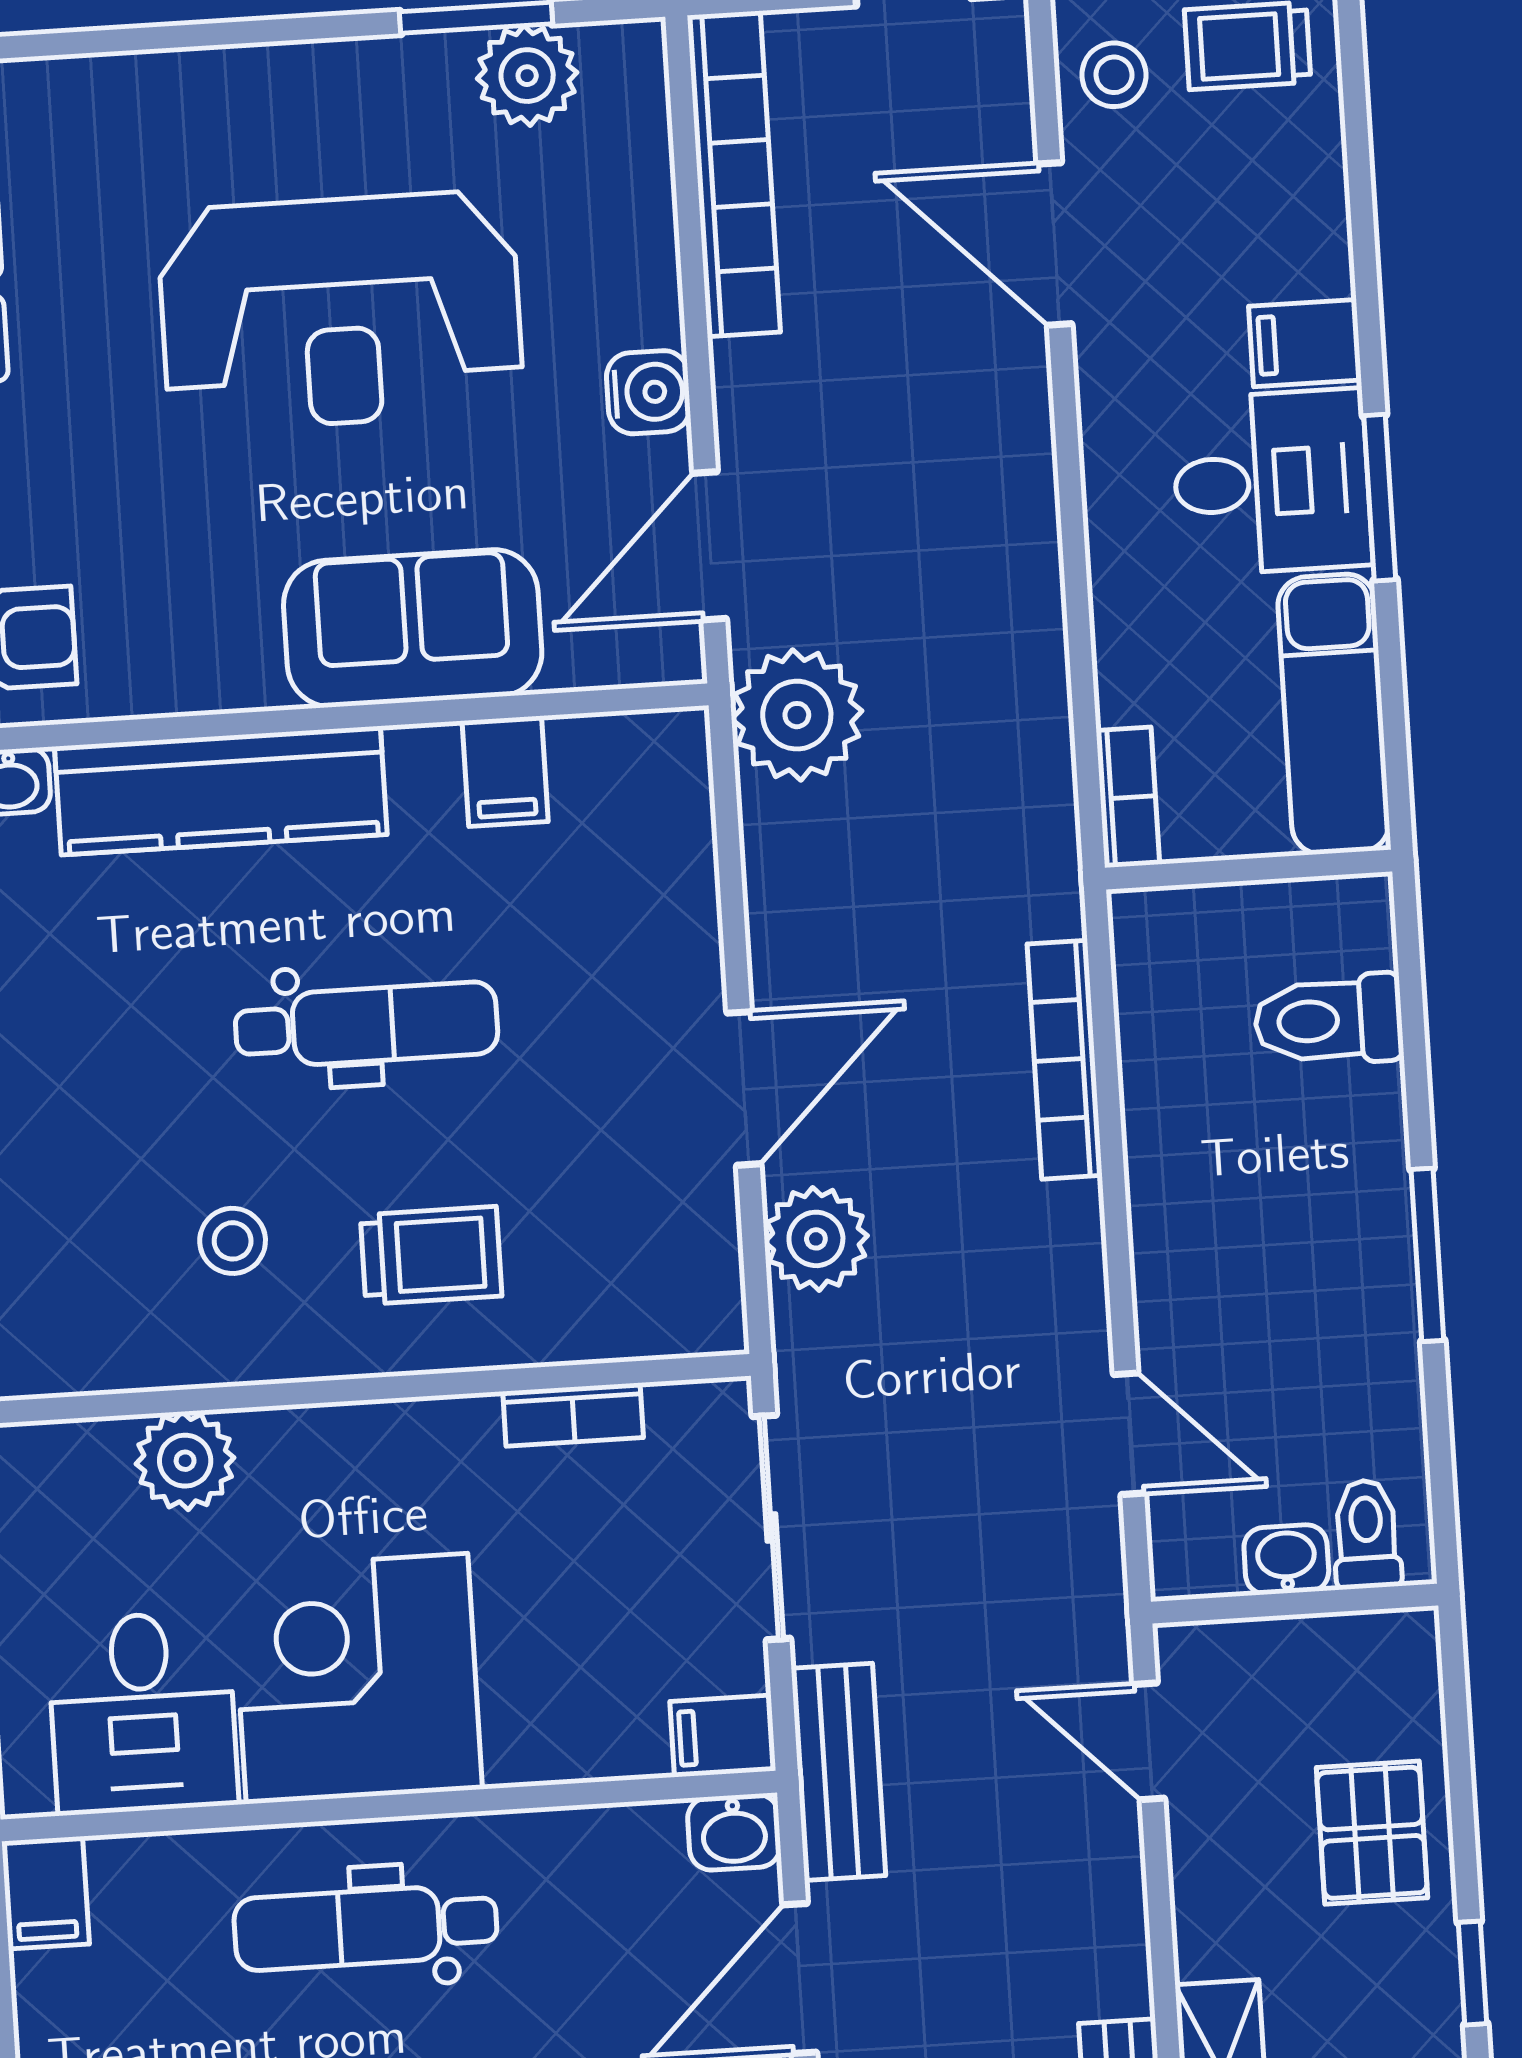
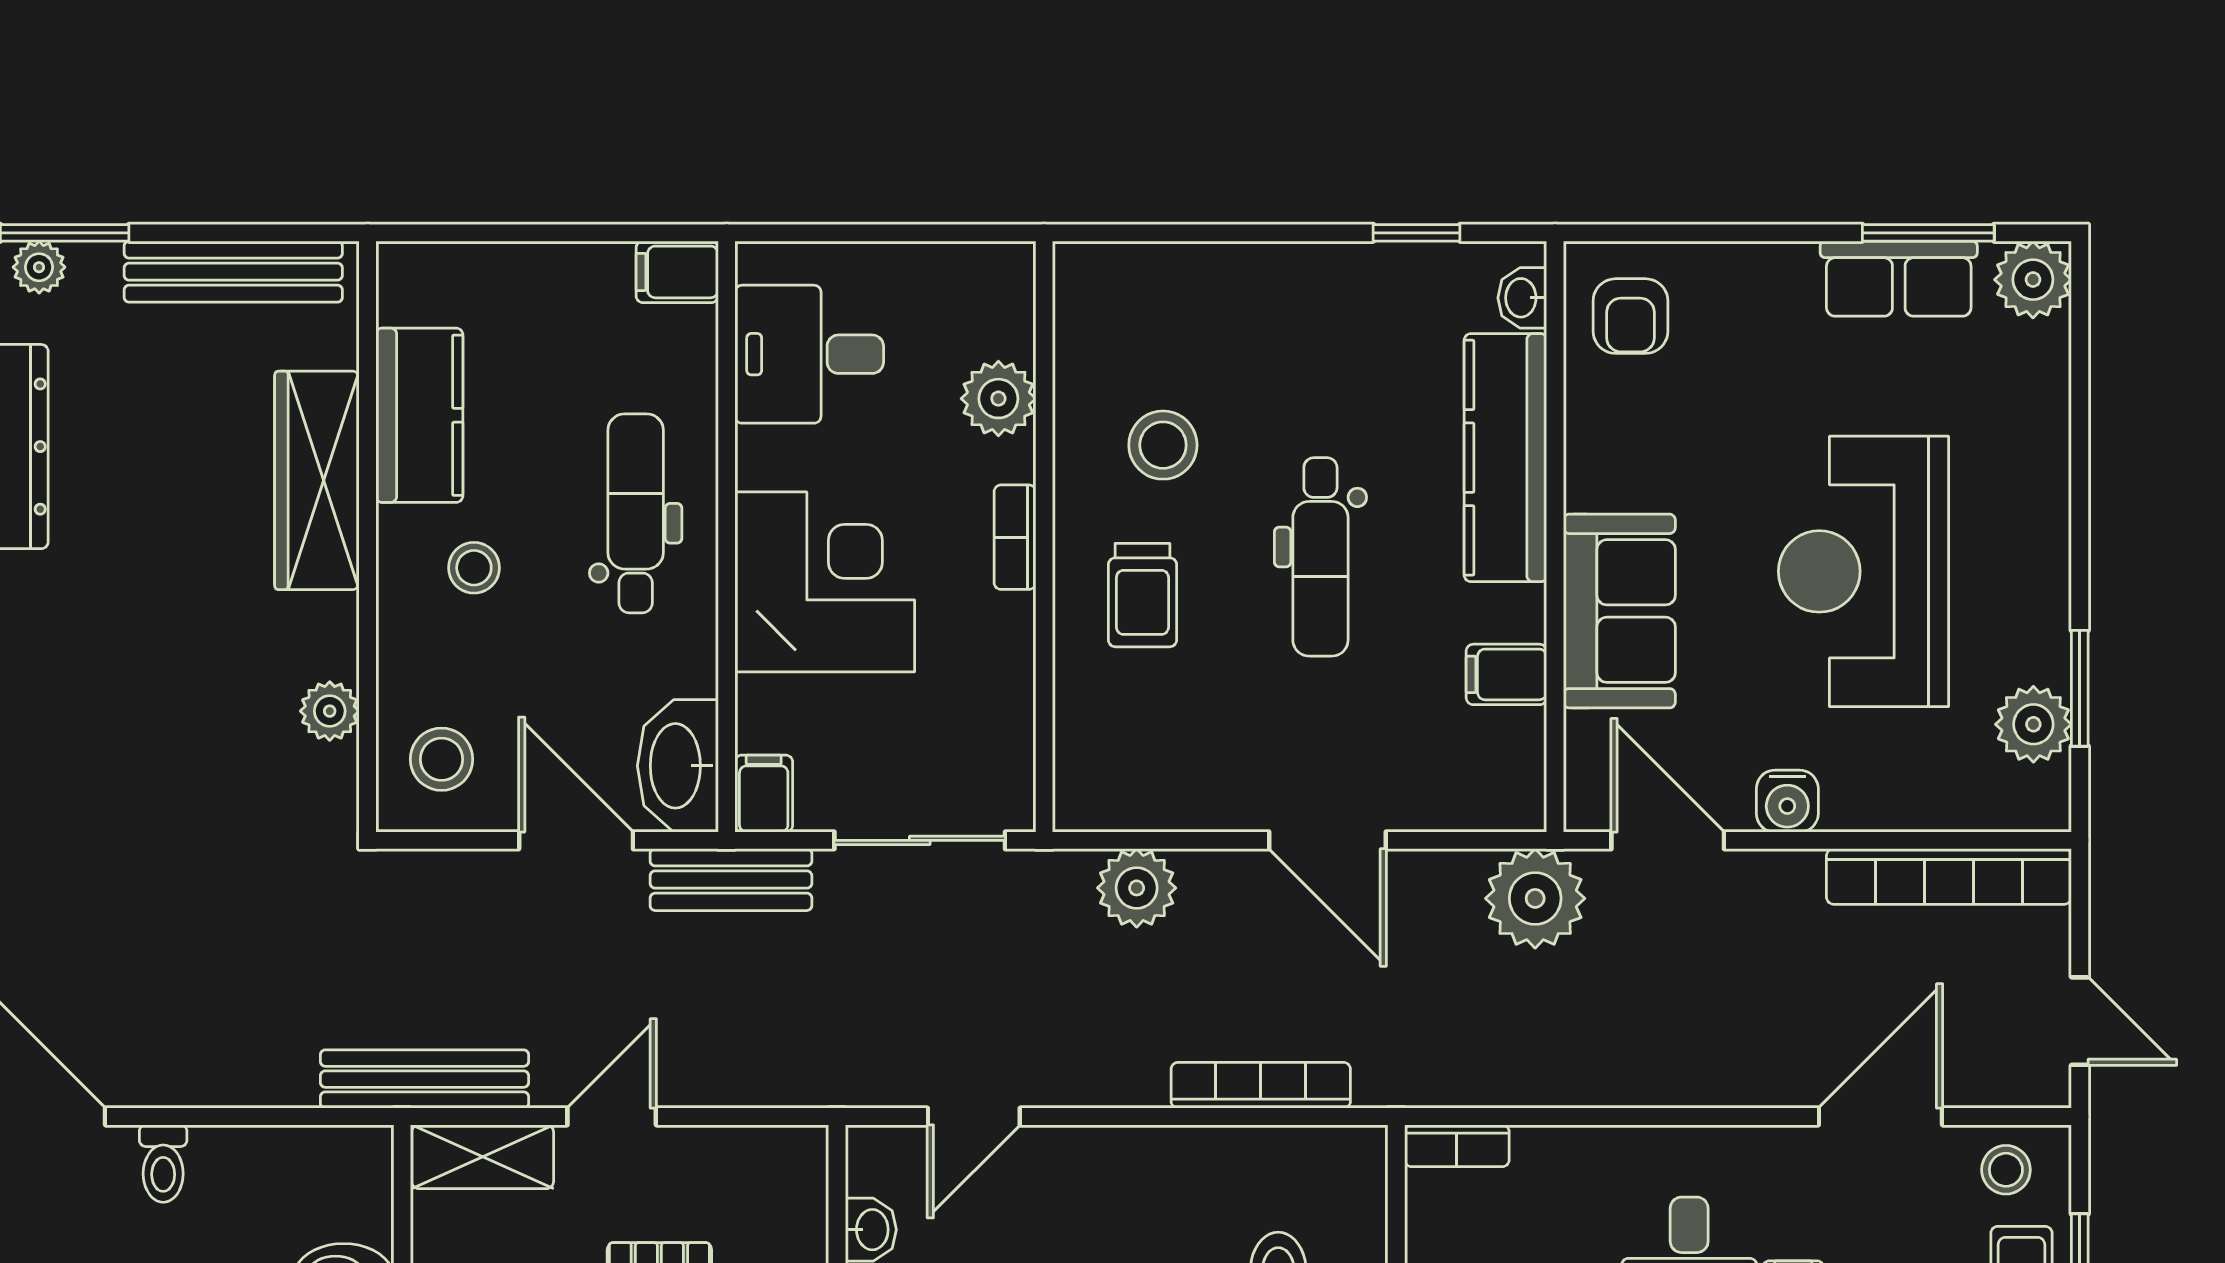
door: (744, 1088) -> (1328, 840), moved
stool: (233, 1241) -> (1163, 445), width x1.37, depth x1.37
bookcase: (573, 1415) -> (1015, 537), moved
corner desk: (357, 1679) -> (825, 582), moved
door: (1149, 1741) -> (612, 1117), moved
washbasin: (734, 1832) -> (678, 766), width x1.91, depth x1.45

